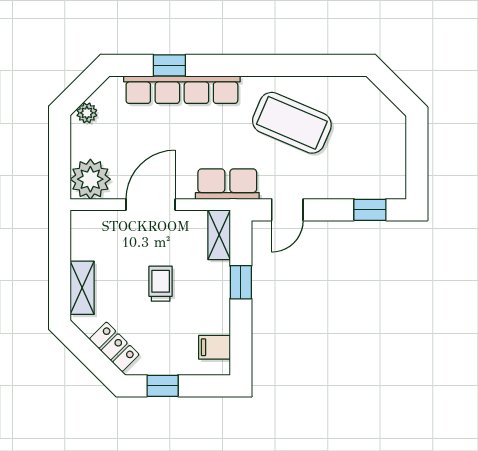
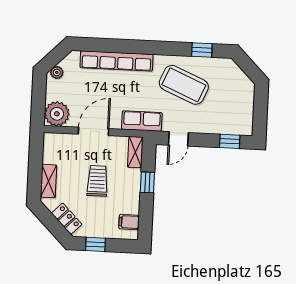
window: (169, 65) -> (202, 50), moved
trolley: (161, 284) -> (97, 181), width x1.36, depth x1.39

